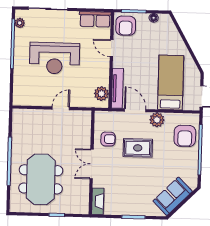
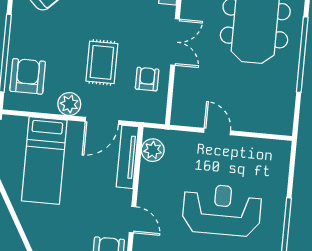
door: (61, 108) -> (217, 132), swing flipped
door: (135, 110) -> (102, 121), hinge flipped
armchair: (108, 139) -> (147, 79), turned 90
rug: (138, 148) -> (102, 62), turned 90

